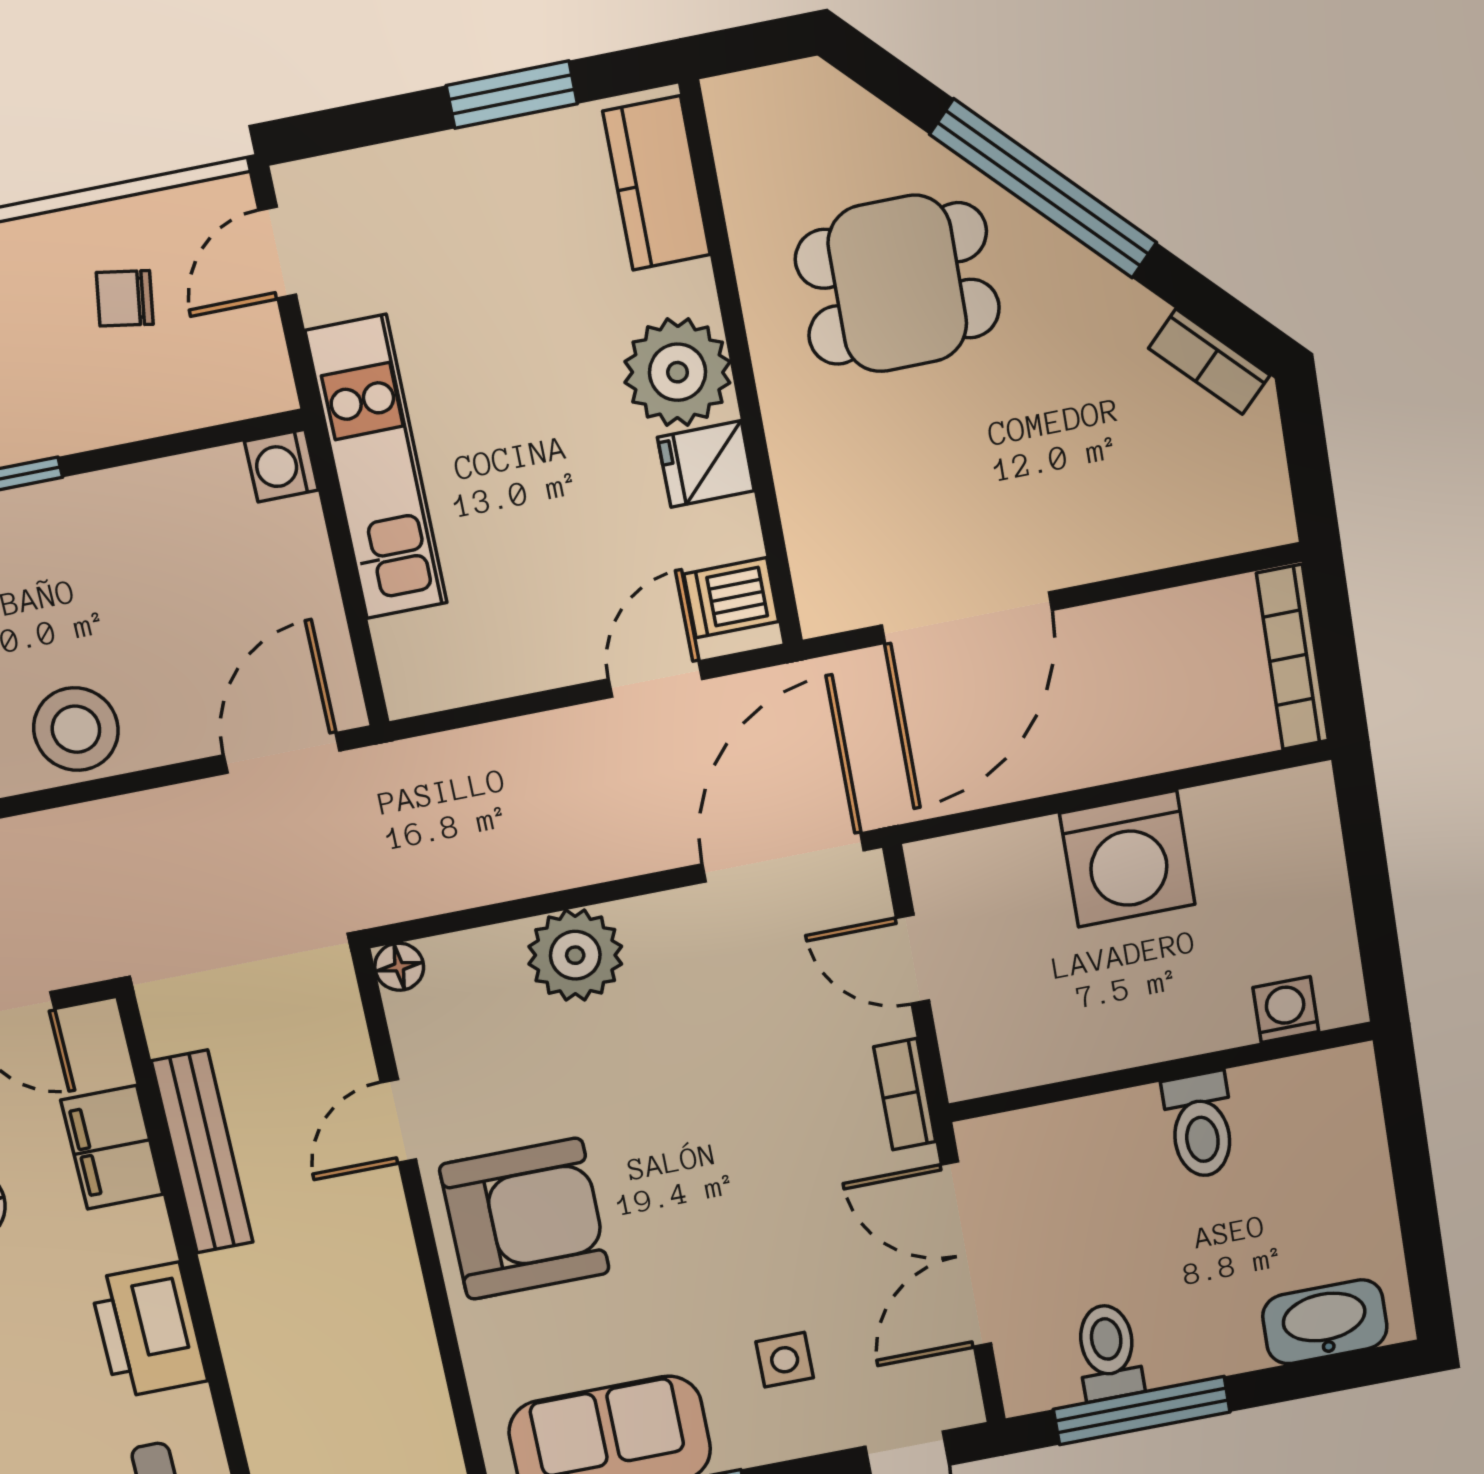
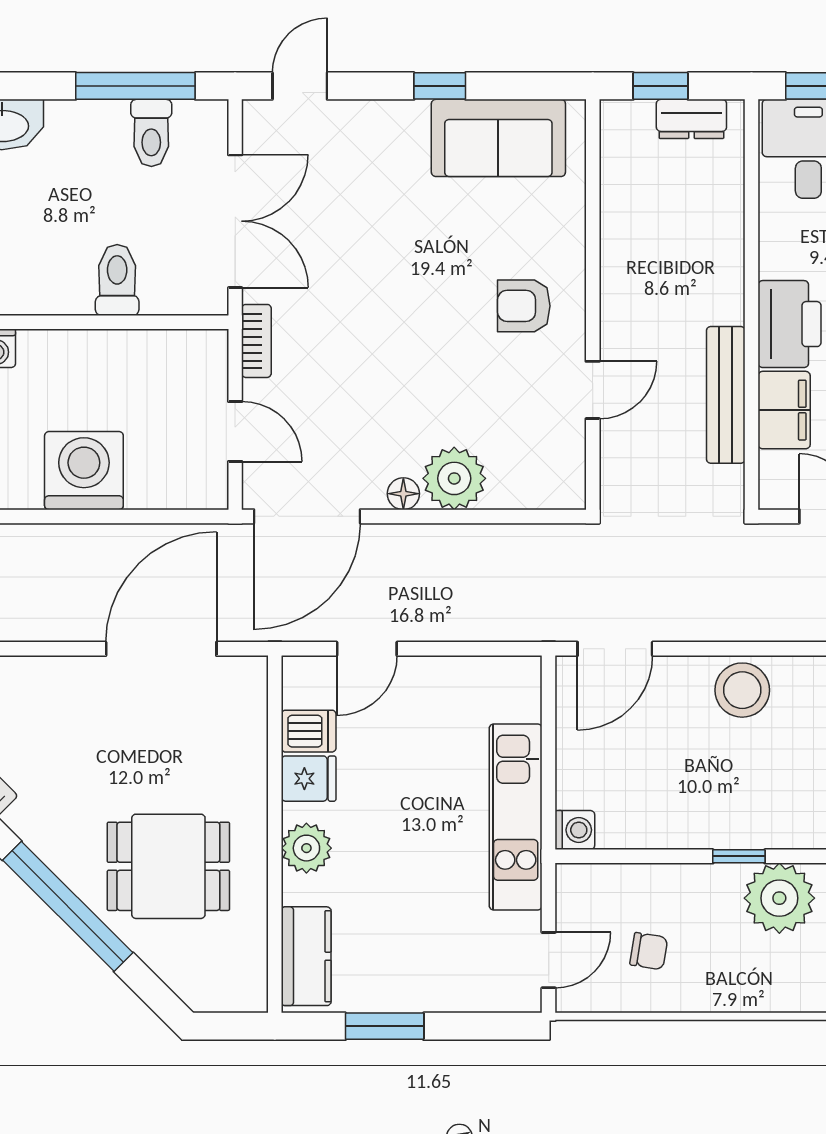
plant: (678, 372) -> (306, 848), width x0.73, depth x0.73
dishwasher: (731, 598) -> (309, 731), moved
floor lamp: (399, 967) -> (403, 494), moved
toilet: (1200, 1125) -> (117, 280), moved
armchair: (524, 1219) -> (524, 306), width x0.53, depth x0.53
printer: (148, 1330) -> (790, 324), moved
side table: (785, 1360) -> (370, 172), removed

